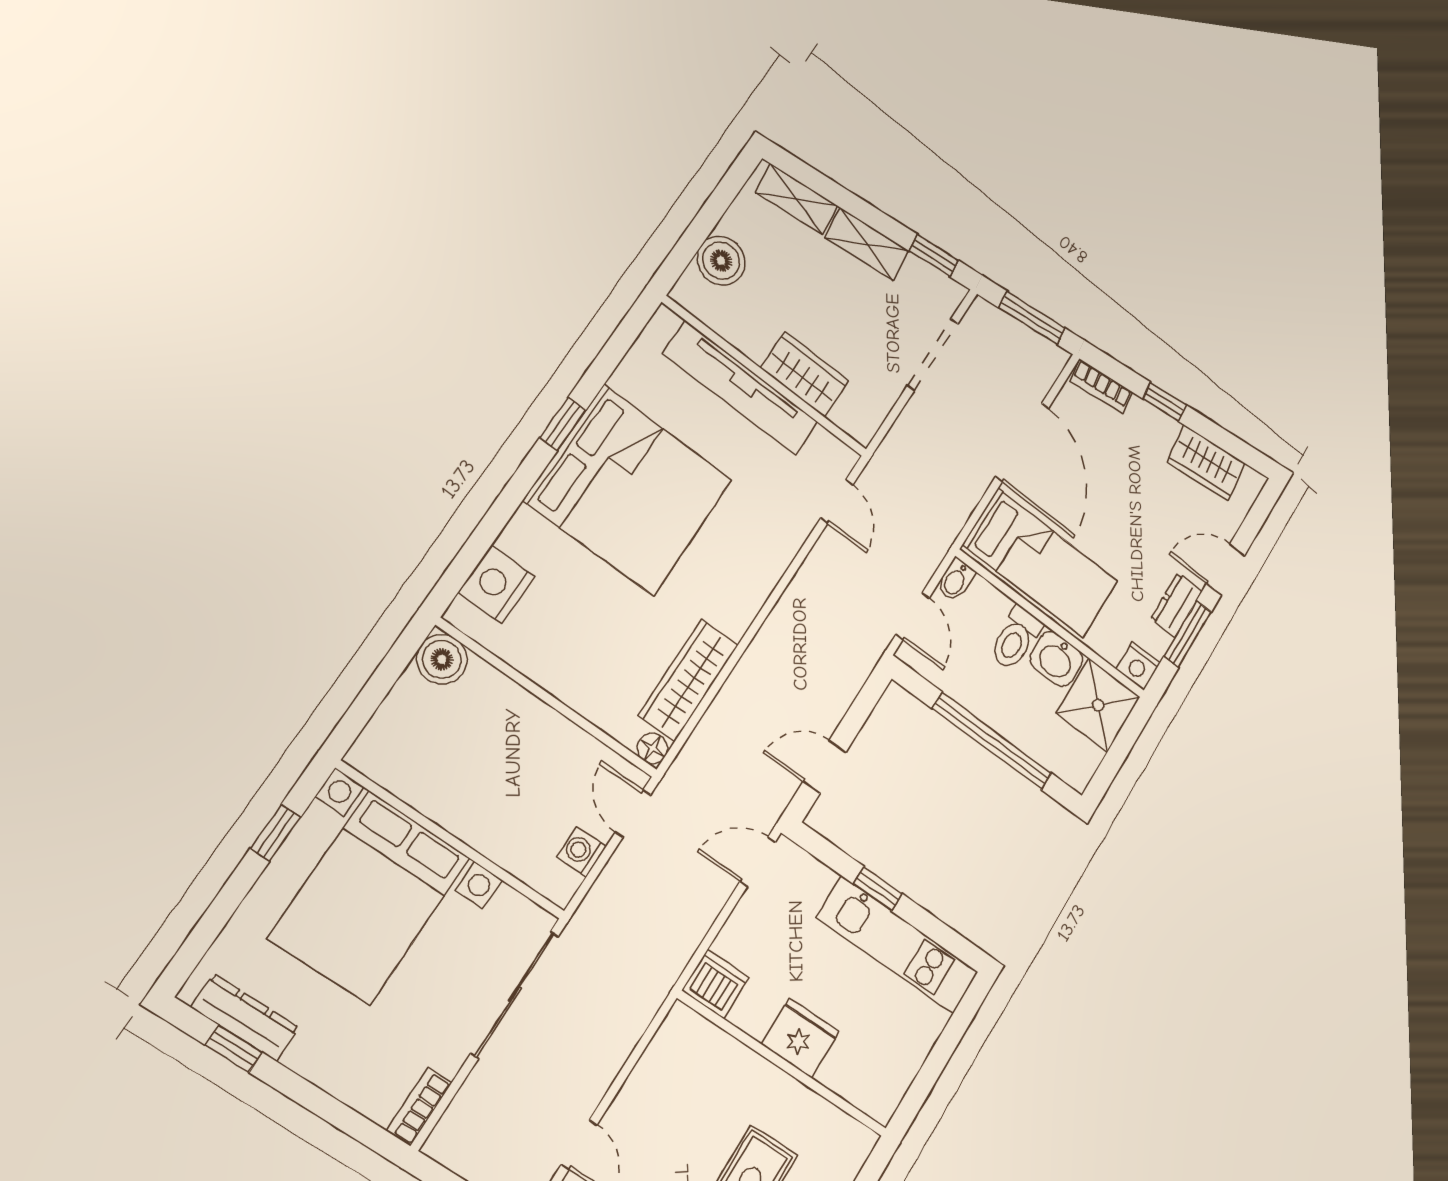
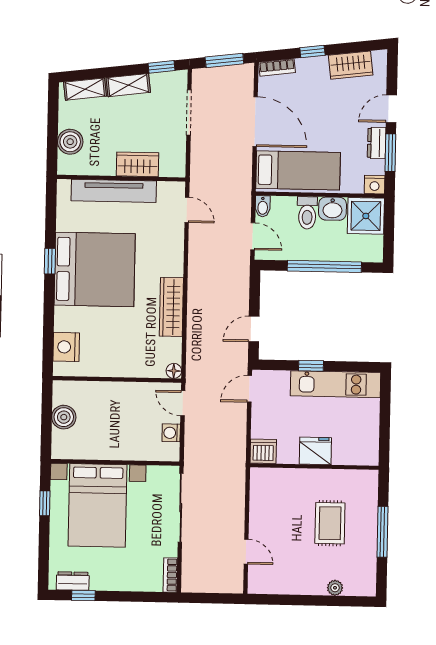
boiler: (442, 659) -> (64, 417), moved
wardrobe: (688, 680) -> (171, 307), moved
dresser: (245, 1017) -> (73, 581), width x0.70

